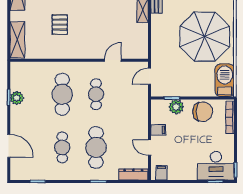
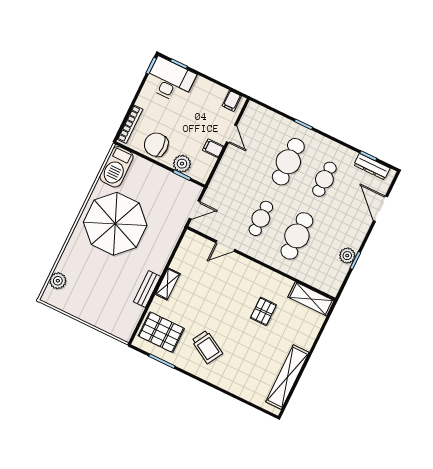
shelving: (17, 40) -> (311, 299), moved, turned 90
dresser: (133, 175) -> (372, 167), moved

